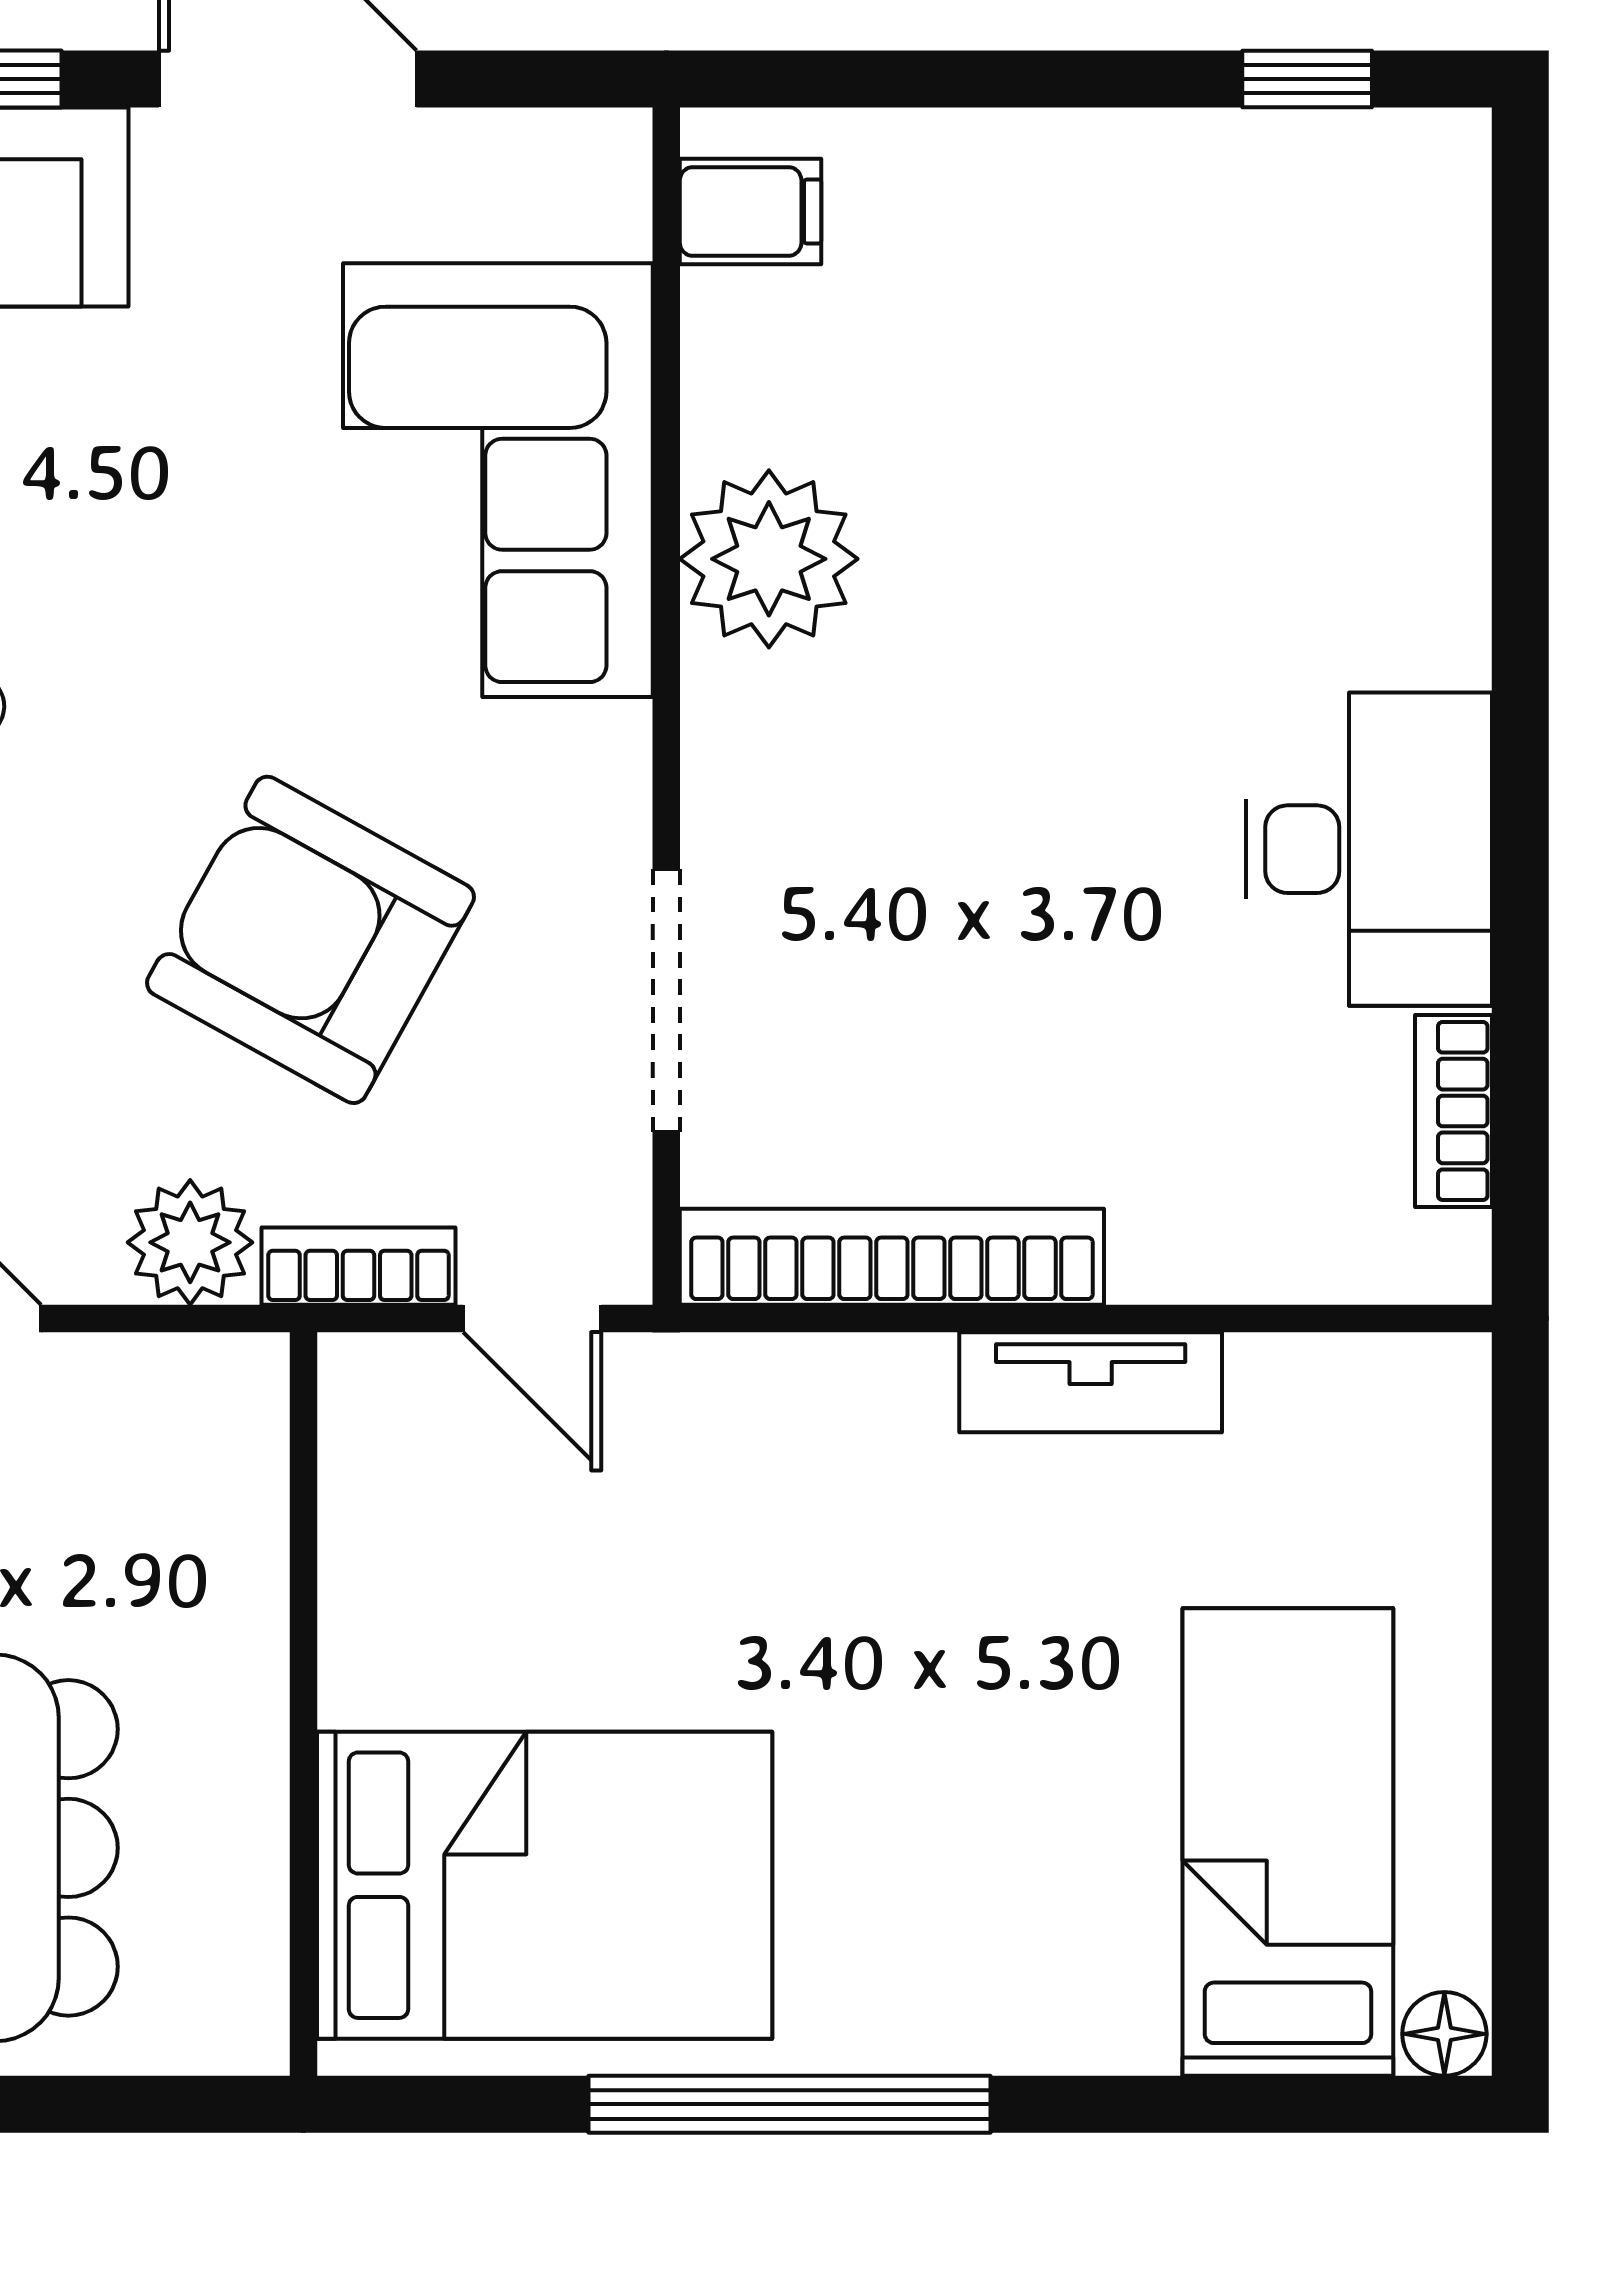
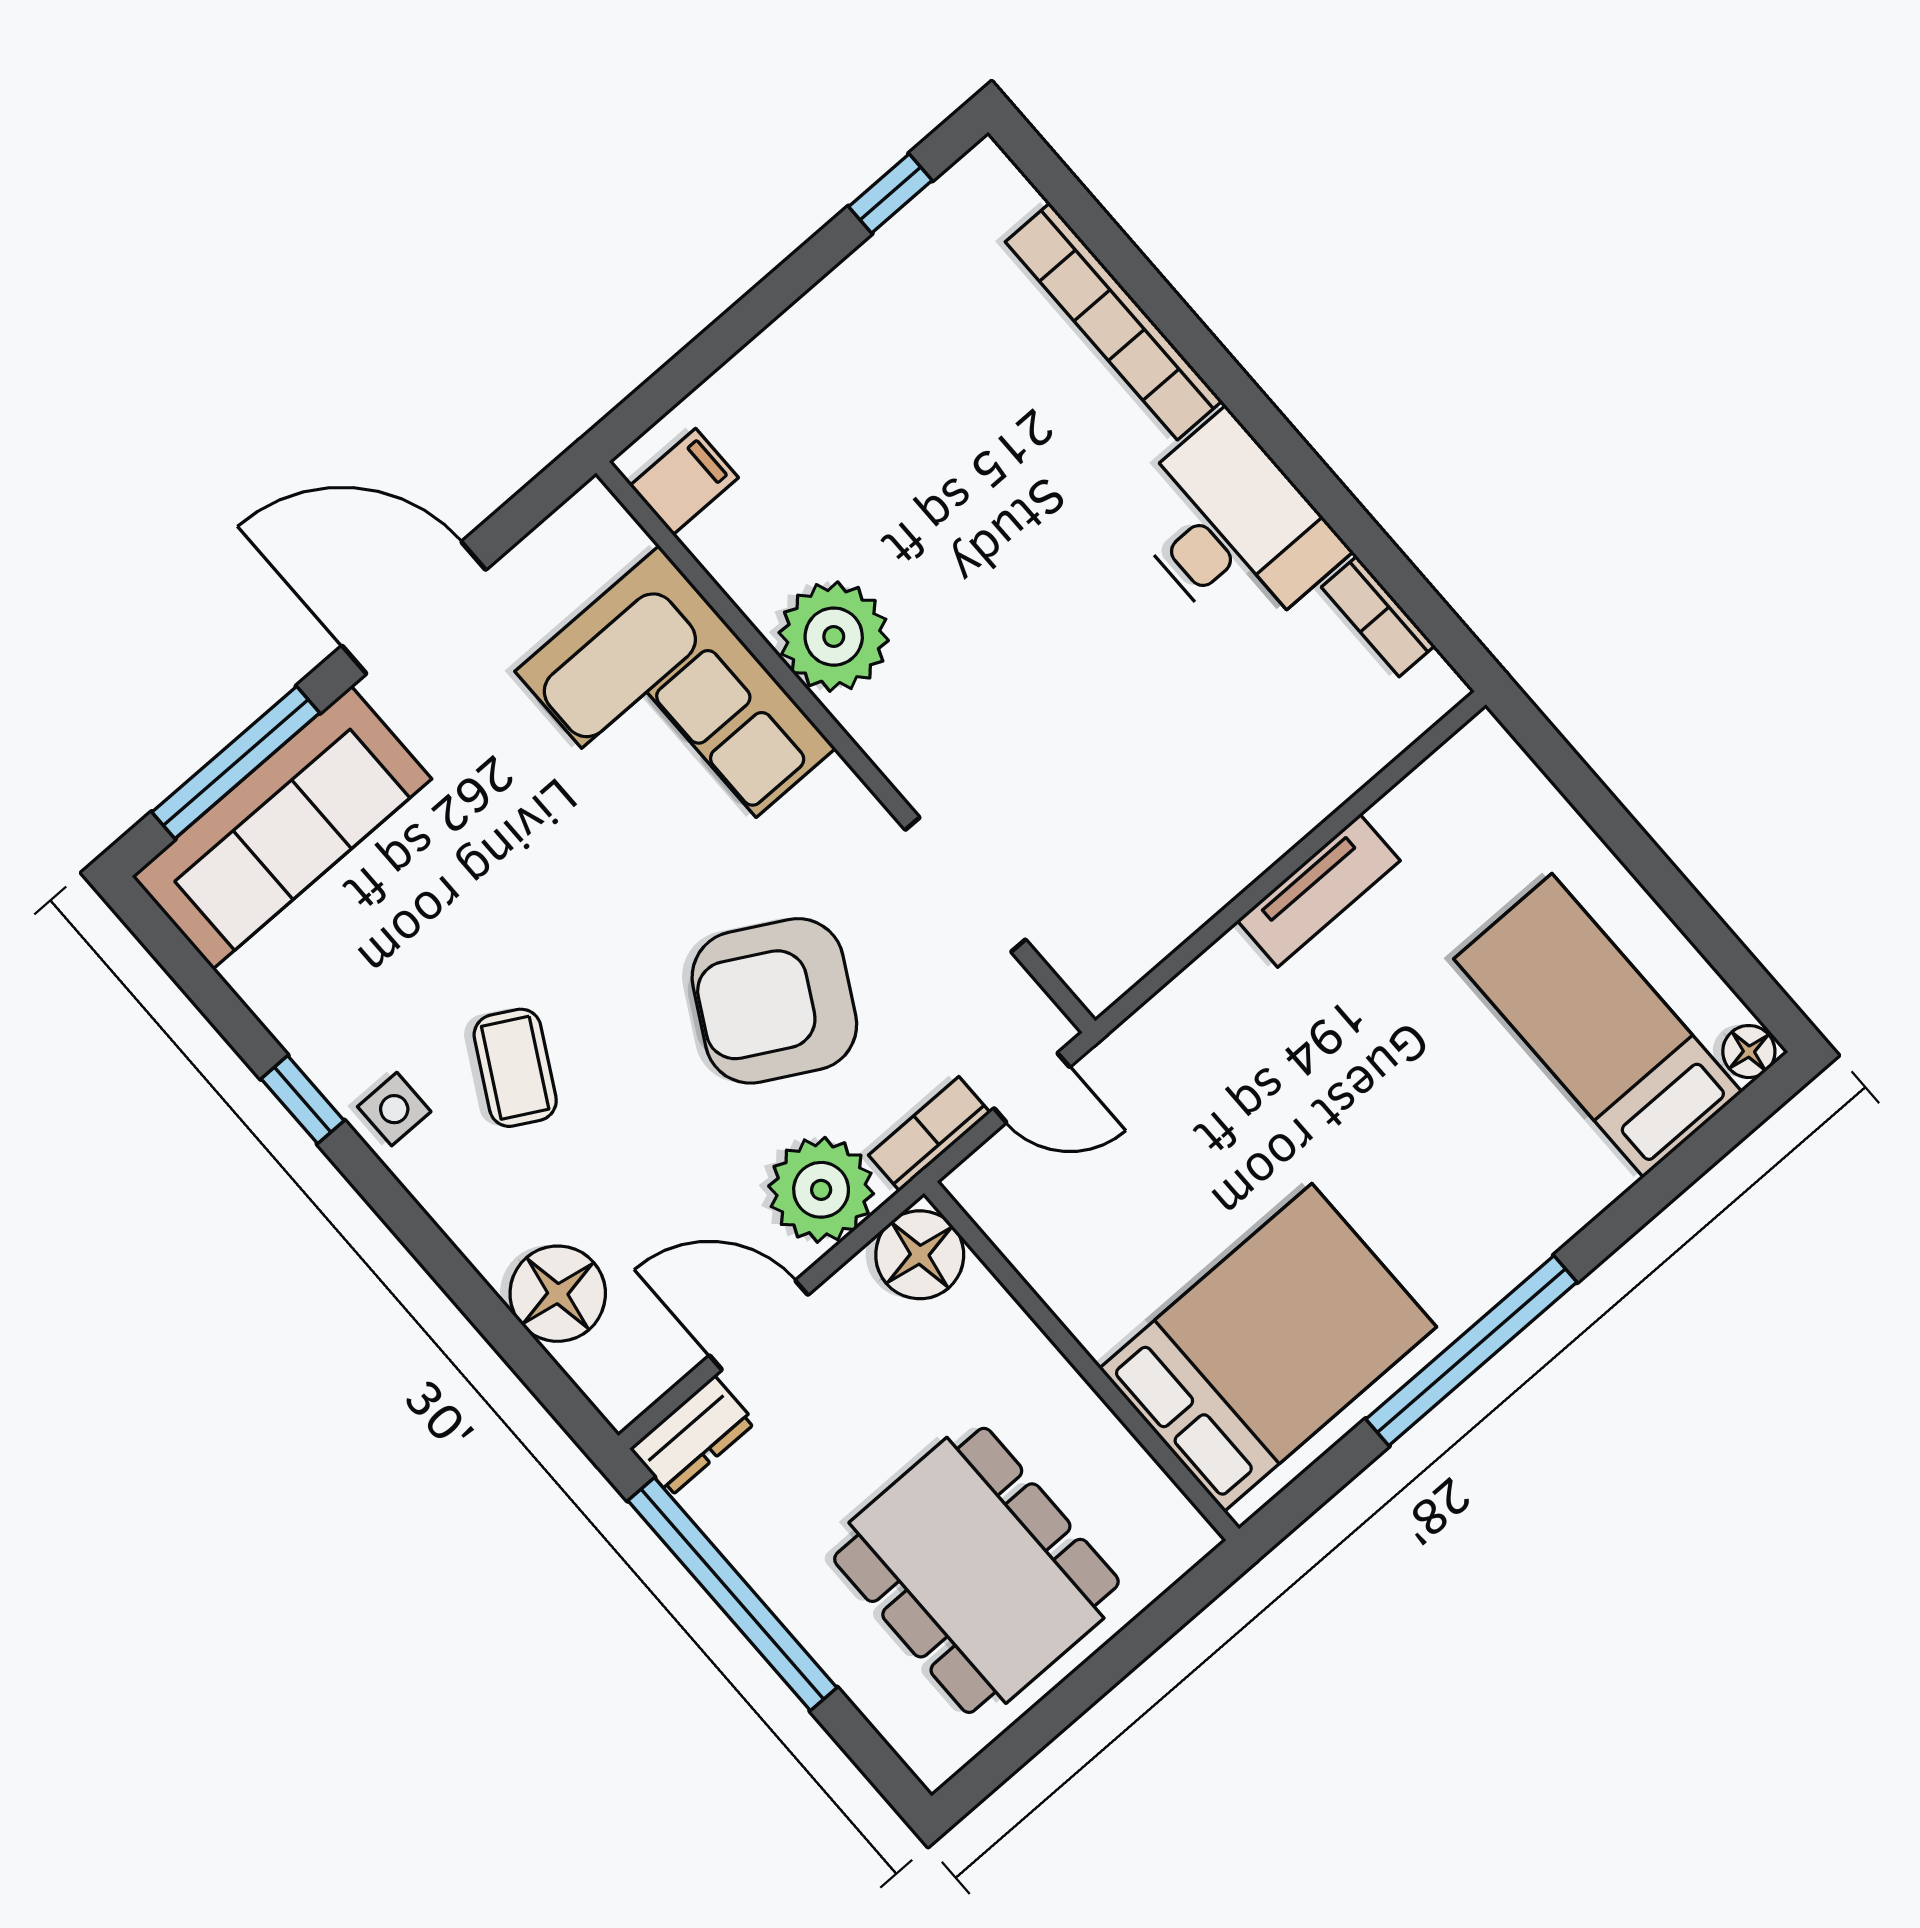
plant: (190, 1242) -> (821, 1190), width x1.36, depth x1.36
bookcase: (892, 1257) -> (1114, 321), moved, turned -90
floor lamp: (219, 1403) -> (920, 1255), added

